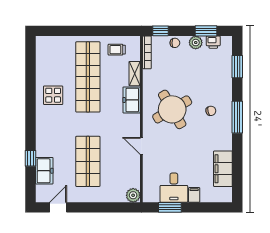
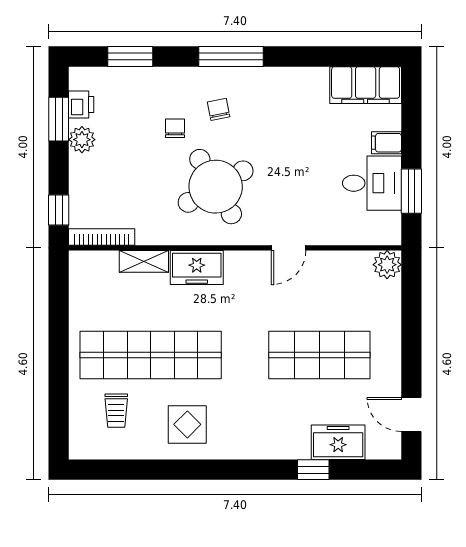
chair: (175, 43) -> (175, 128), moved
trolley: (117, 50) -> (116, 411), moved
filing cabinet: (223, 169) -> (366, 85), moved

